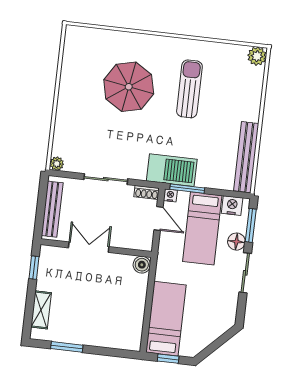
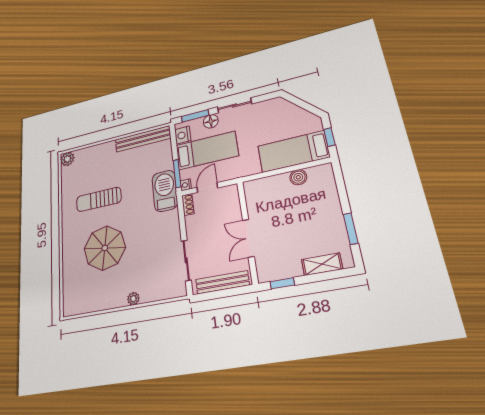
plant: (57, 164) -> (133, 299), moved
sliding door: (106, 179) -> (186, 260), moved
boiler: (142, 265) -> (298, 177), moved

